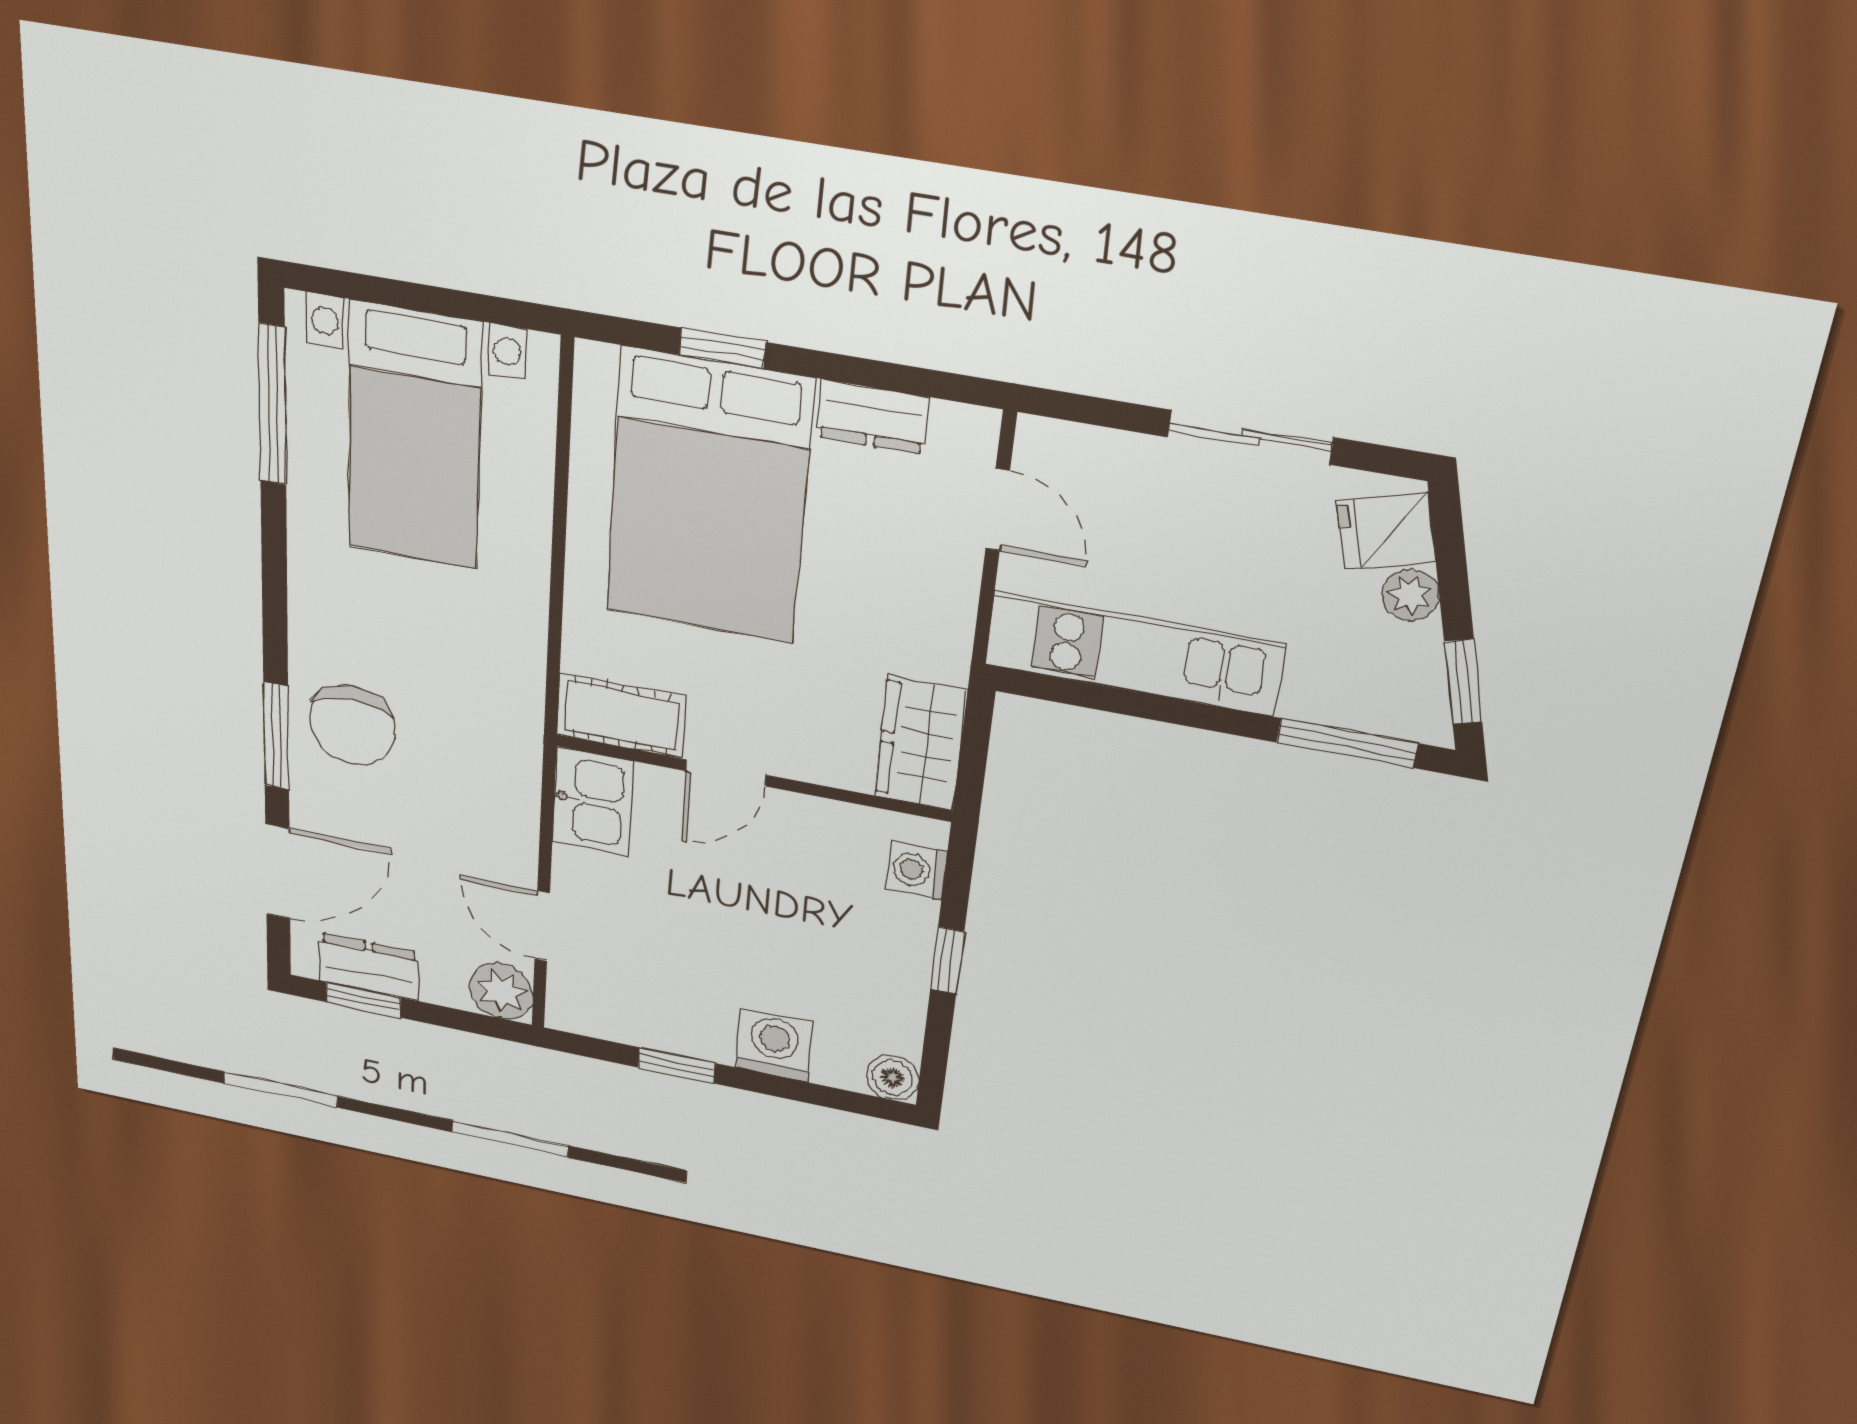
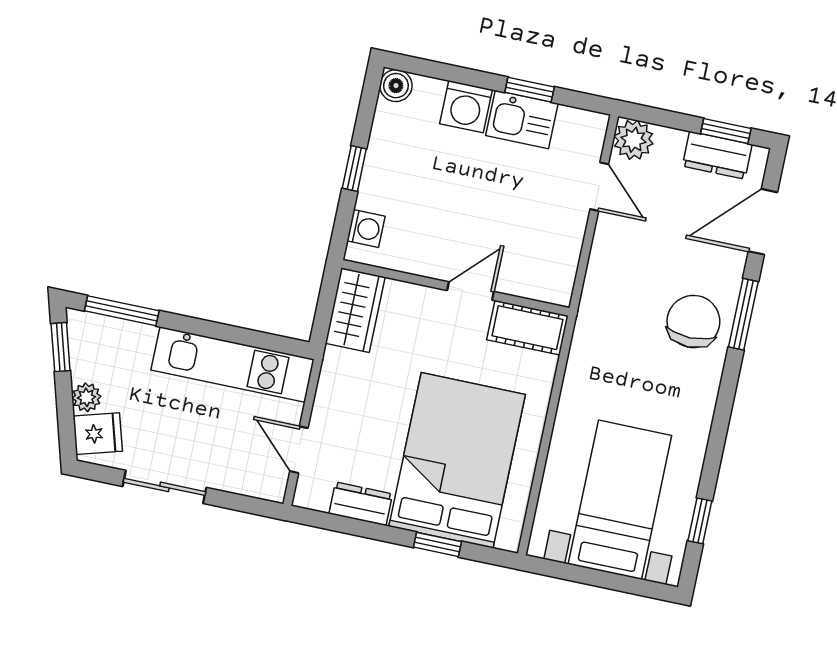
window: (272, 405) -> (700, 521), width x0.46
kitchen sink: (593, 801) -> (522, 120), moved, turned -90

